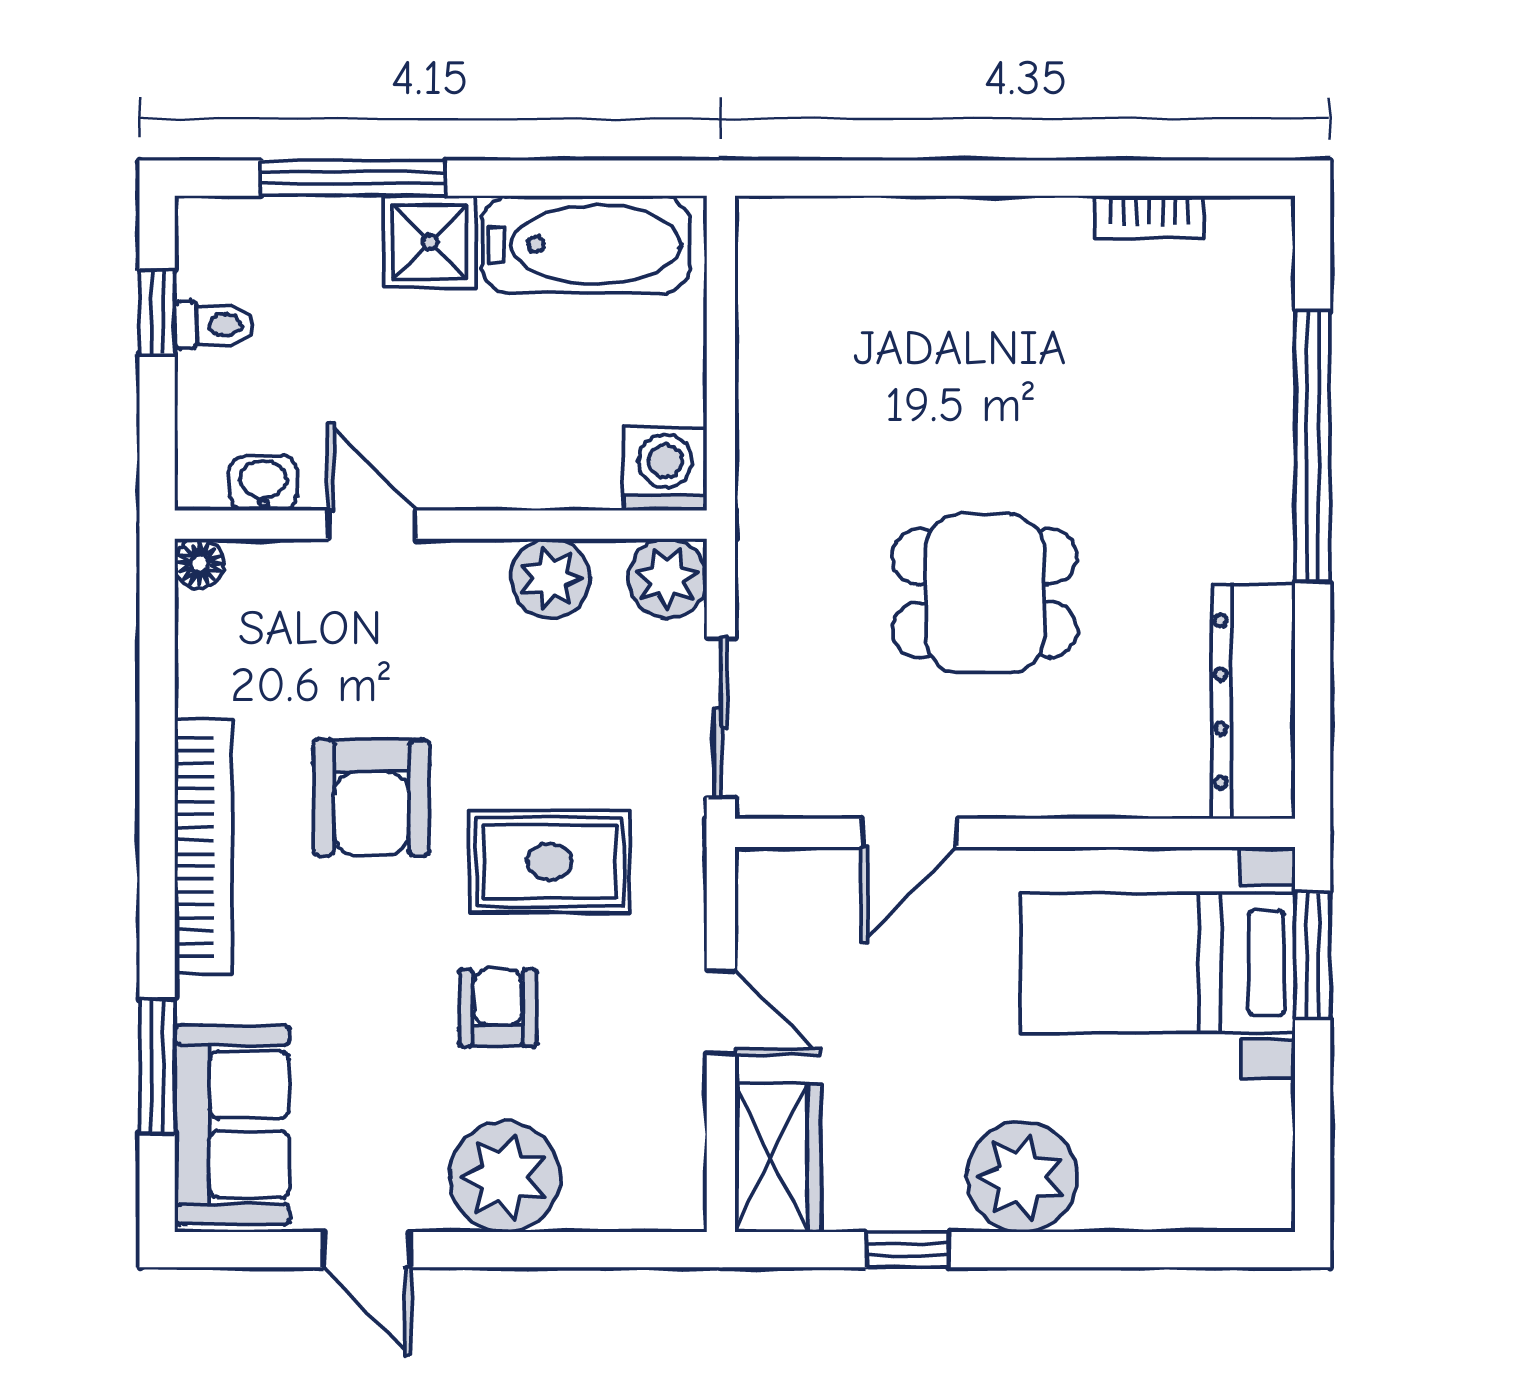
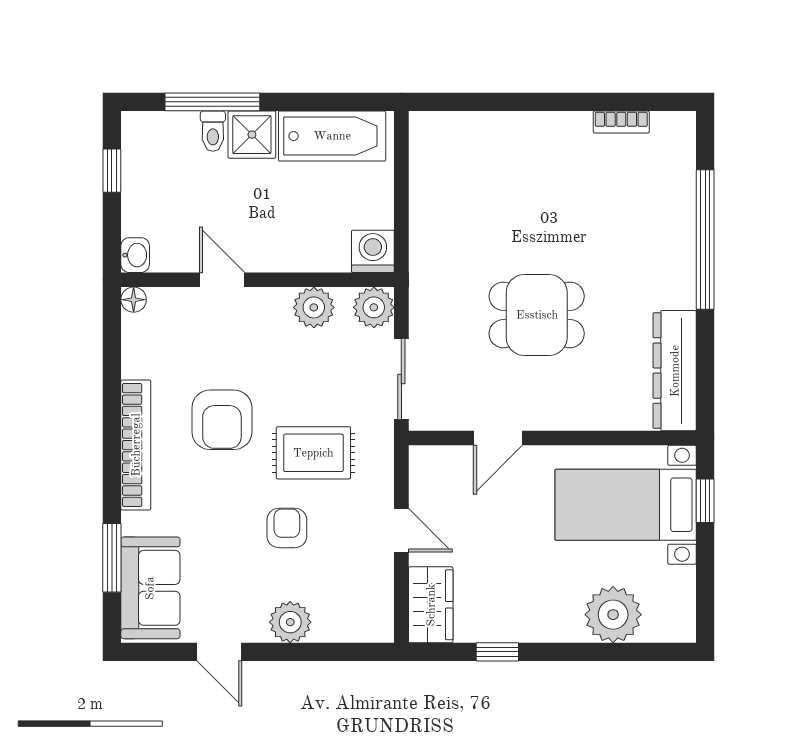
toilet: (214, 325) -> (213, 131), moved, turned 90
washbasin: (263, 483) -> (135, 255), moved, turned 90
window: (1313, 955) -> (705, 501), width x0.67
plant: (504, 1177) -> (290, 622), width x0.73, depth x0.73
plant: (1022, 1177) -> (613, 615), moved

